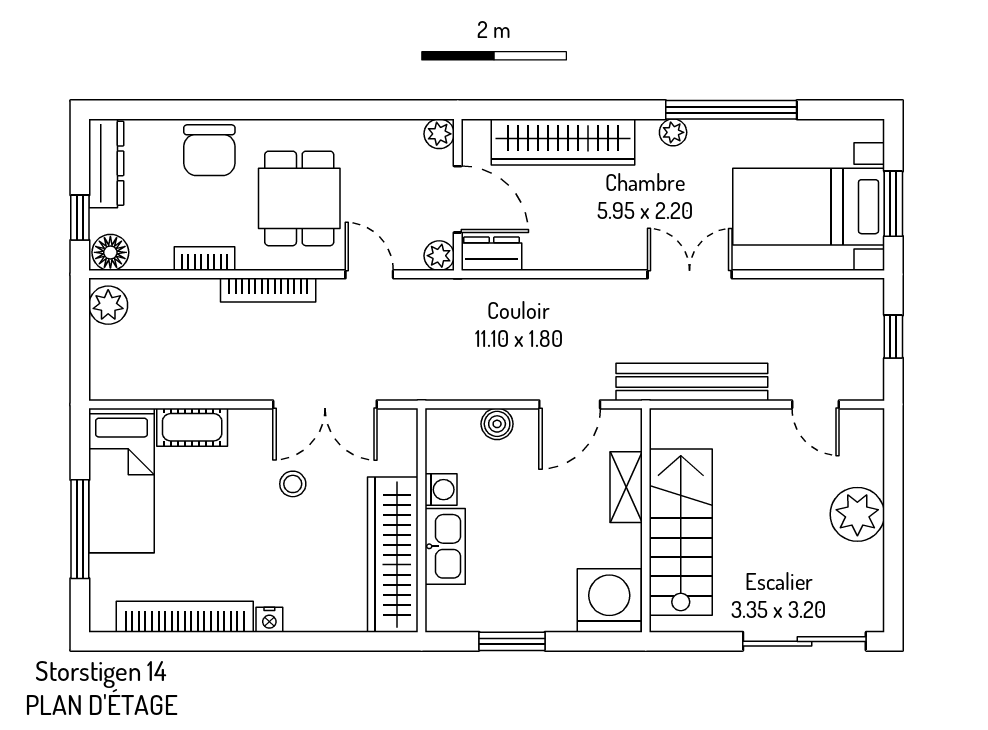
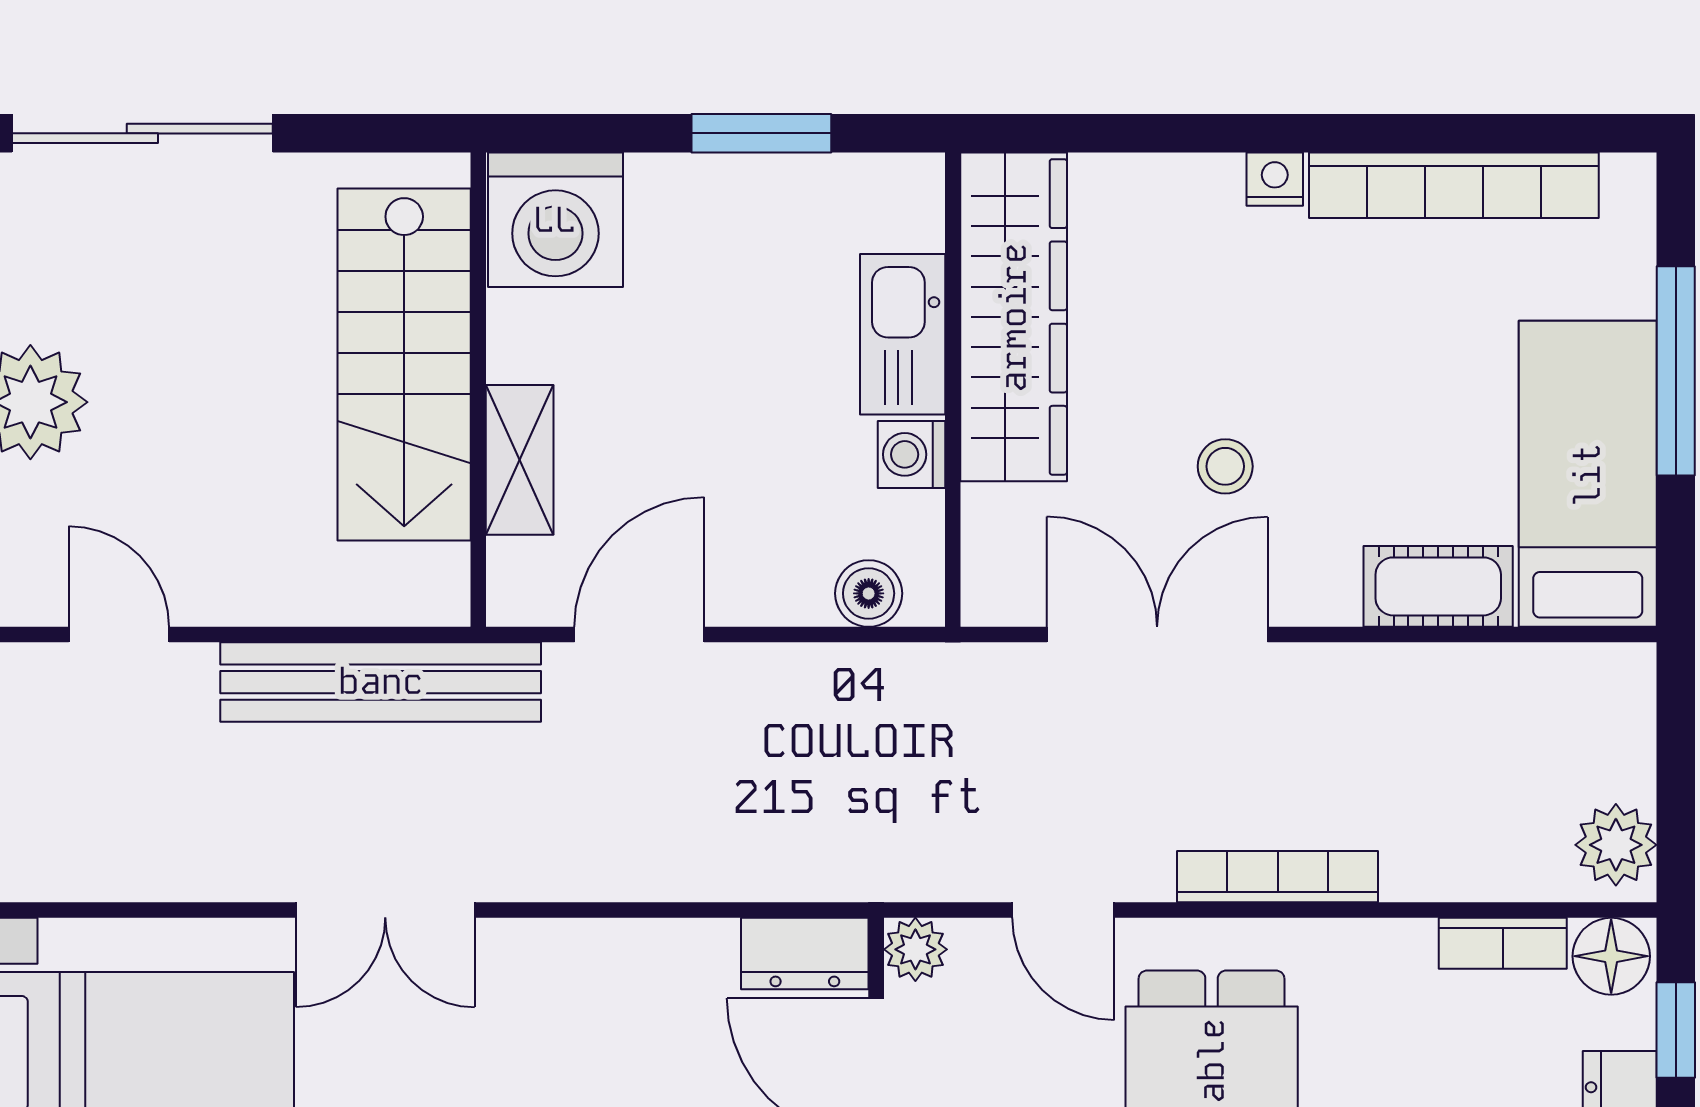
bookcase: (204, 259) -> (1503, 943), moved
boiler: (497, 424) -> (869, 593), moved

